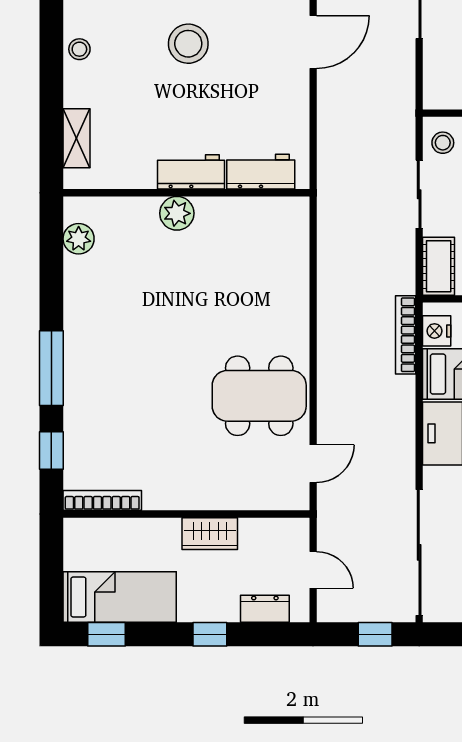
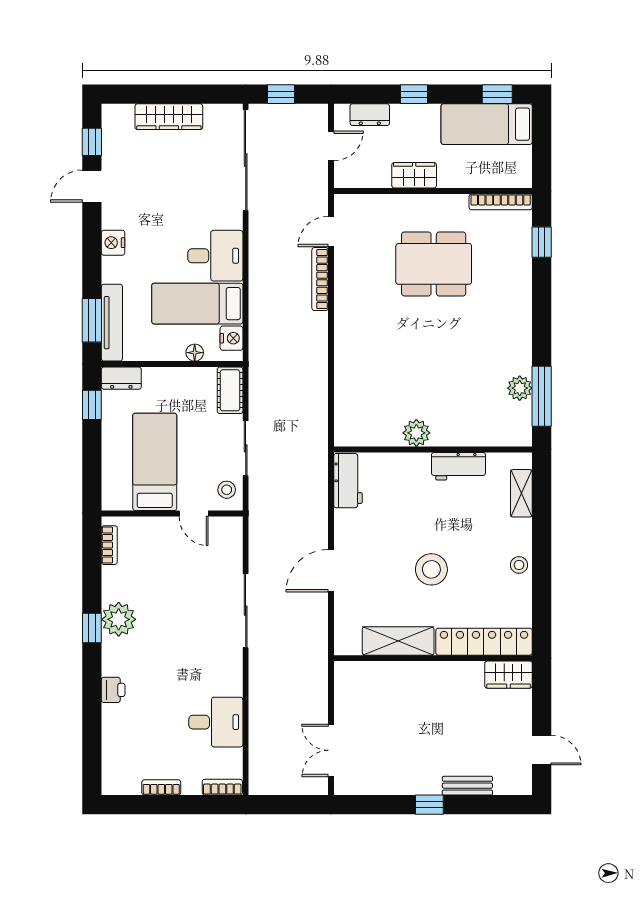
workbench: (191, 172) -> (458, 466), moved
workbench: (261, 172) -> (348, 481), moved, turned -90
plant: (177, 213) -> (416, 433), moved
plant: (79, 239) -> (520, 388), moved
bookcase: (406, 335) -> (320, 279), moved, turned 180
window: (51, 368) -> (542, 396), moved
dining table: (259, 396) -> (434, 264), moved
door: (313, 570) -> (331, 146), swing flipped

